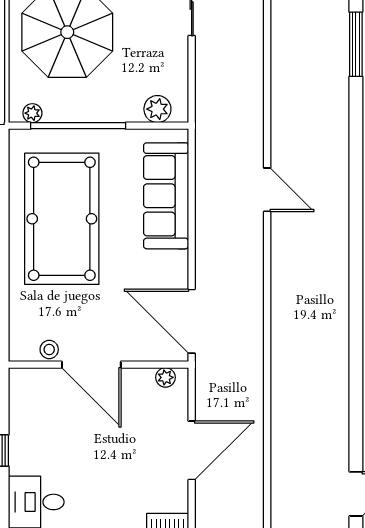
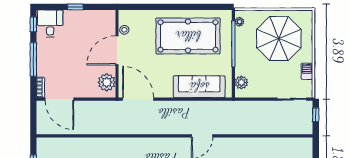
door: (192, 321) -> (138, 99), hinge flipped
plant: (165, 377) -> (107, 82), width x1.87, depth x1.87
door: (192, 450) -> (59, 99), moved

